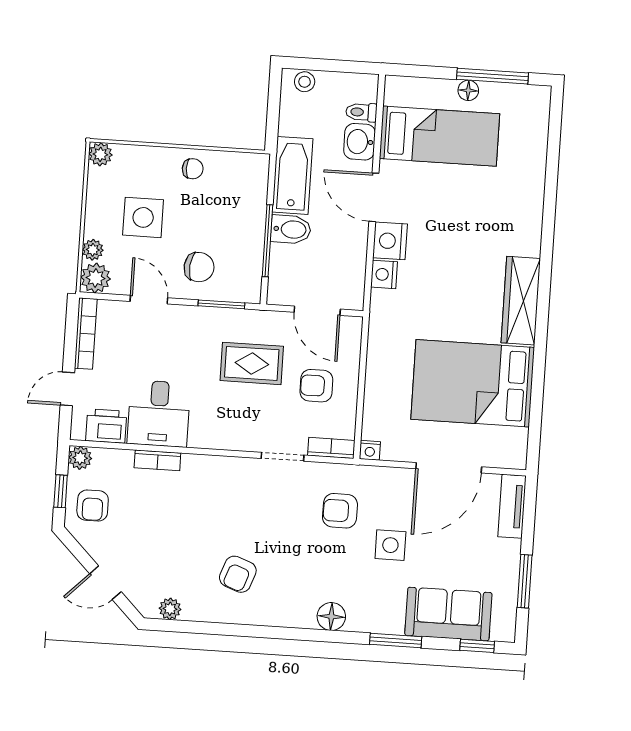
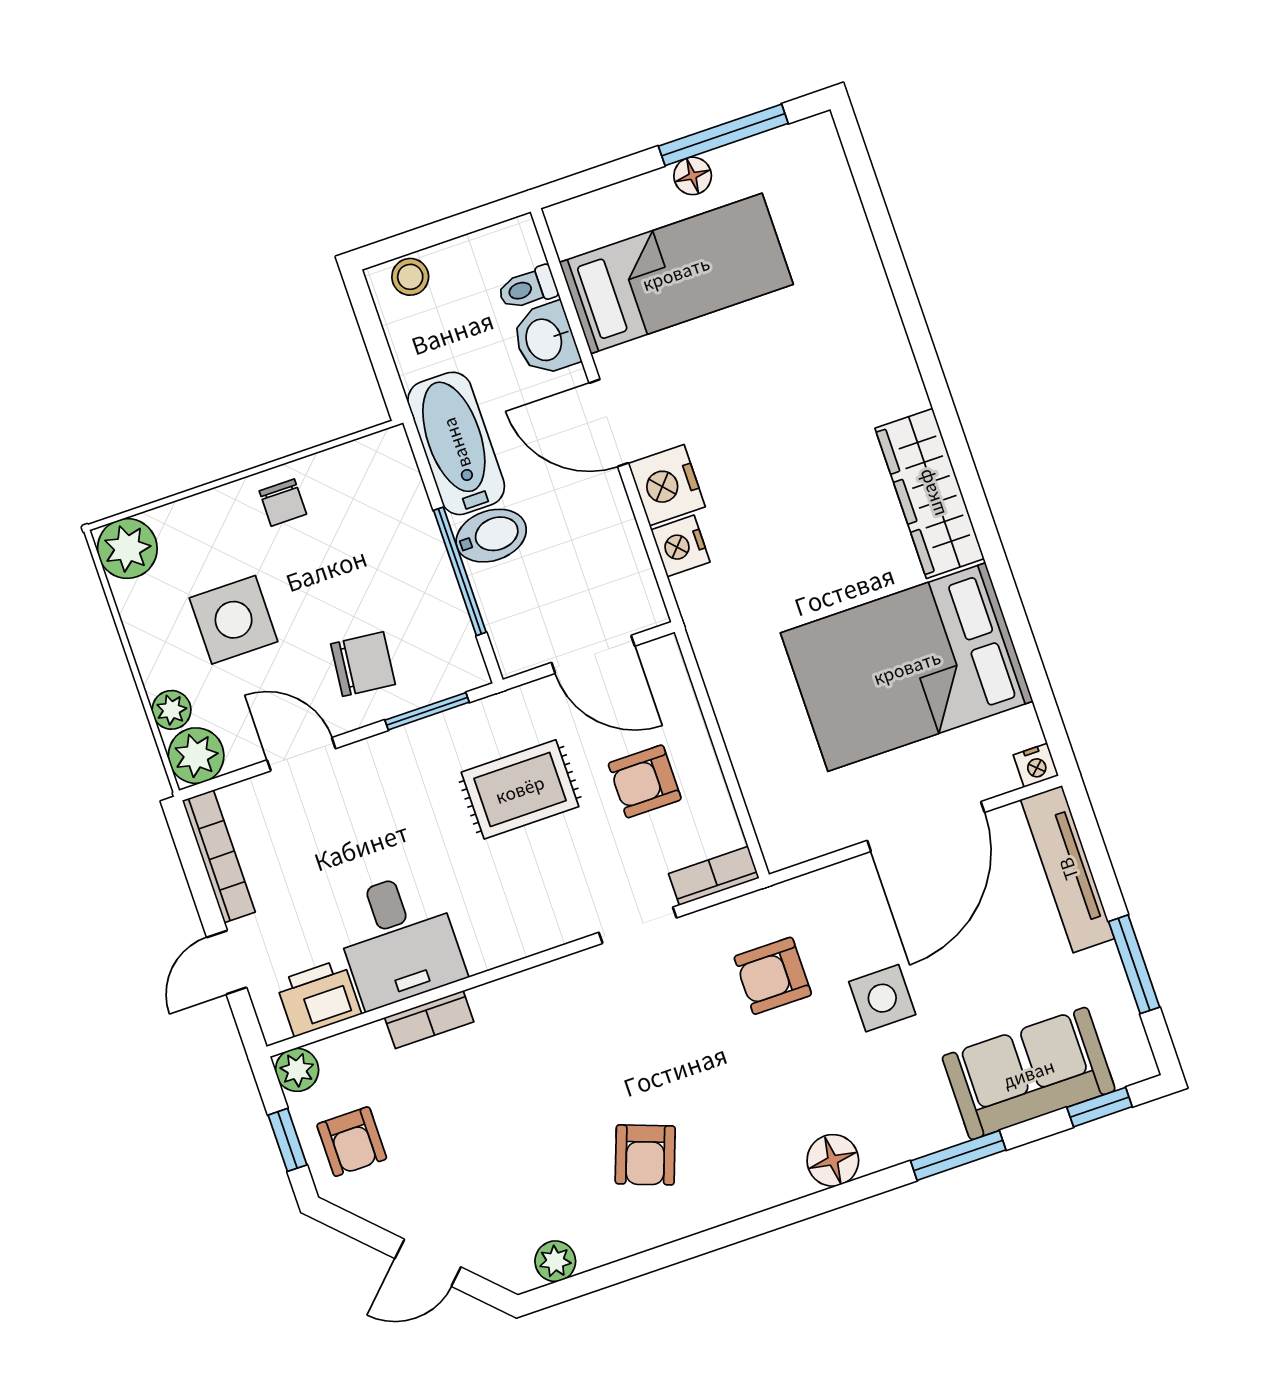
plant: (100, 154) -> (127, 549), width x1.38, depth x1.38
chair: (193, 169) -> (283, 503), turned 90
nightstand: (370, 450) -> (1036, 765), moved
tv unit: (512, 506) -> (1068, 869), width x1.41

